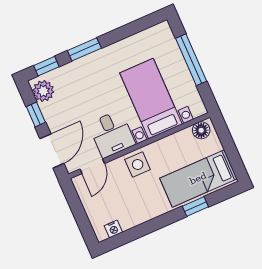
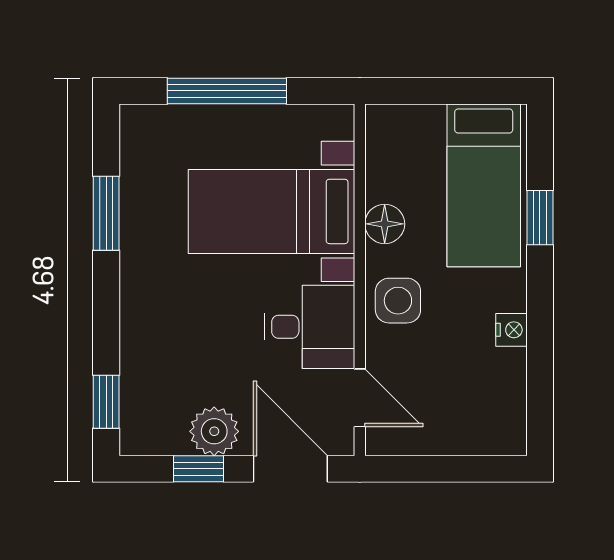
window: (84, 49) -> (106, 213), moved
plant: (43, 91) -> (214, 431), moved
floor lamp: (201, 130) -> (385, 224), moved
nightstand: (113, 229) -> (511, 330), moved

